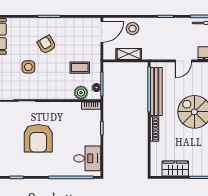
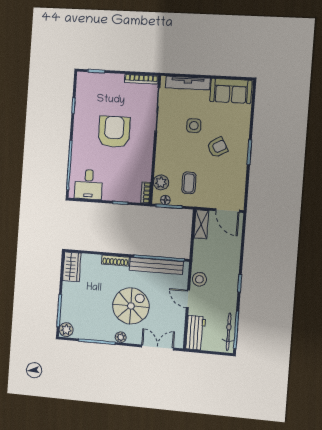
stool: (133, 29) -> (199, 279), moved
shelving: (129, 54) -> (201, 224), moved
armchair: (38, 138) -> (114, 132), turned 90
wardrobe: (175, 169) -> (72, 267), moved

